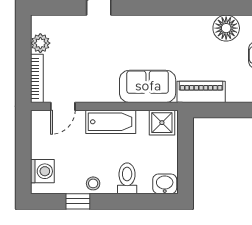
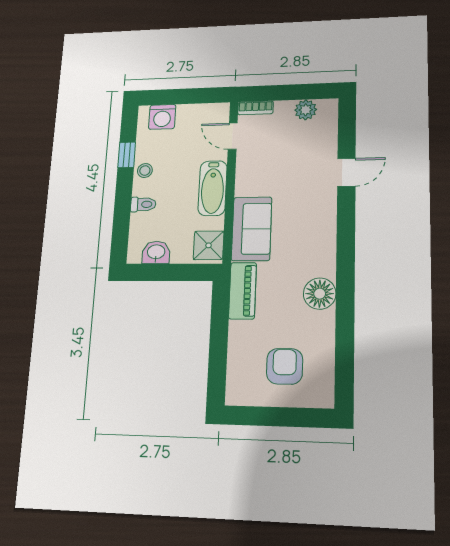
floor lamp: (226, 28) -> (320, 294), moved
bookcase: (37, 78) -> (256, 108), width x0.64
toilet: (127, 178) -> (143, 204), width x0.73, depth x0.72
washbasin: (165, 184) -> (156, 252), moved, turned -90

